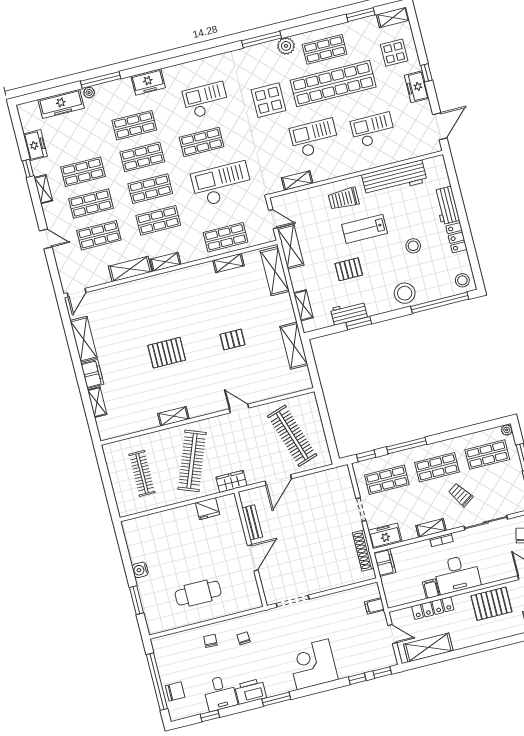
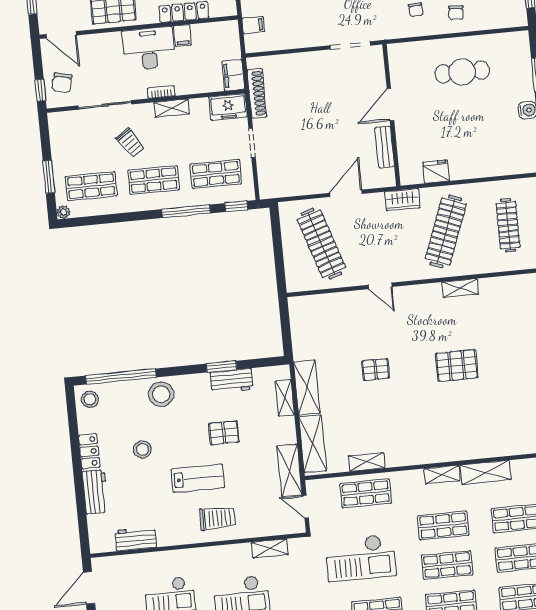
workbench: (394, 178) -> (136, 539), width x0.53, depth x0.76
shelving: (294, 346) -> (307, 388), moved

